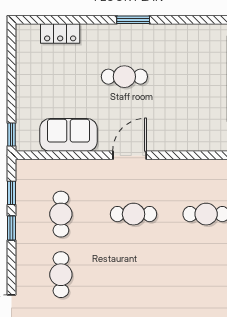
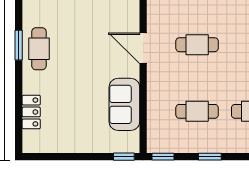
cafe table: (124, 77) -> (39, 49), moved
window: (12, 193) -> (163, 157), moved
cafe table: (134, 214) -> (197, 45), turned 90

